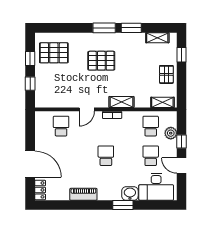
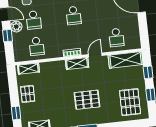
pallet: (54, 53) -> (130, 102), turned 90
shelving: (54, 100) -> (126, 60), added
shelving: (121, 102) -> (77, 64), moved
plant: (171, 133) -> (16, 27), moved

